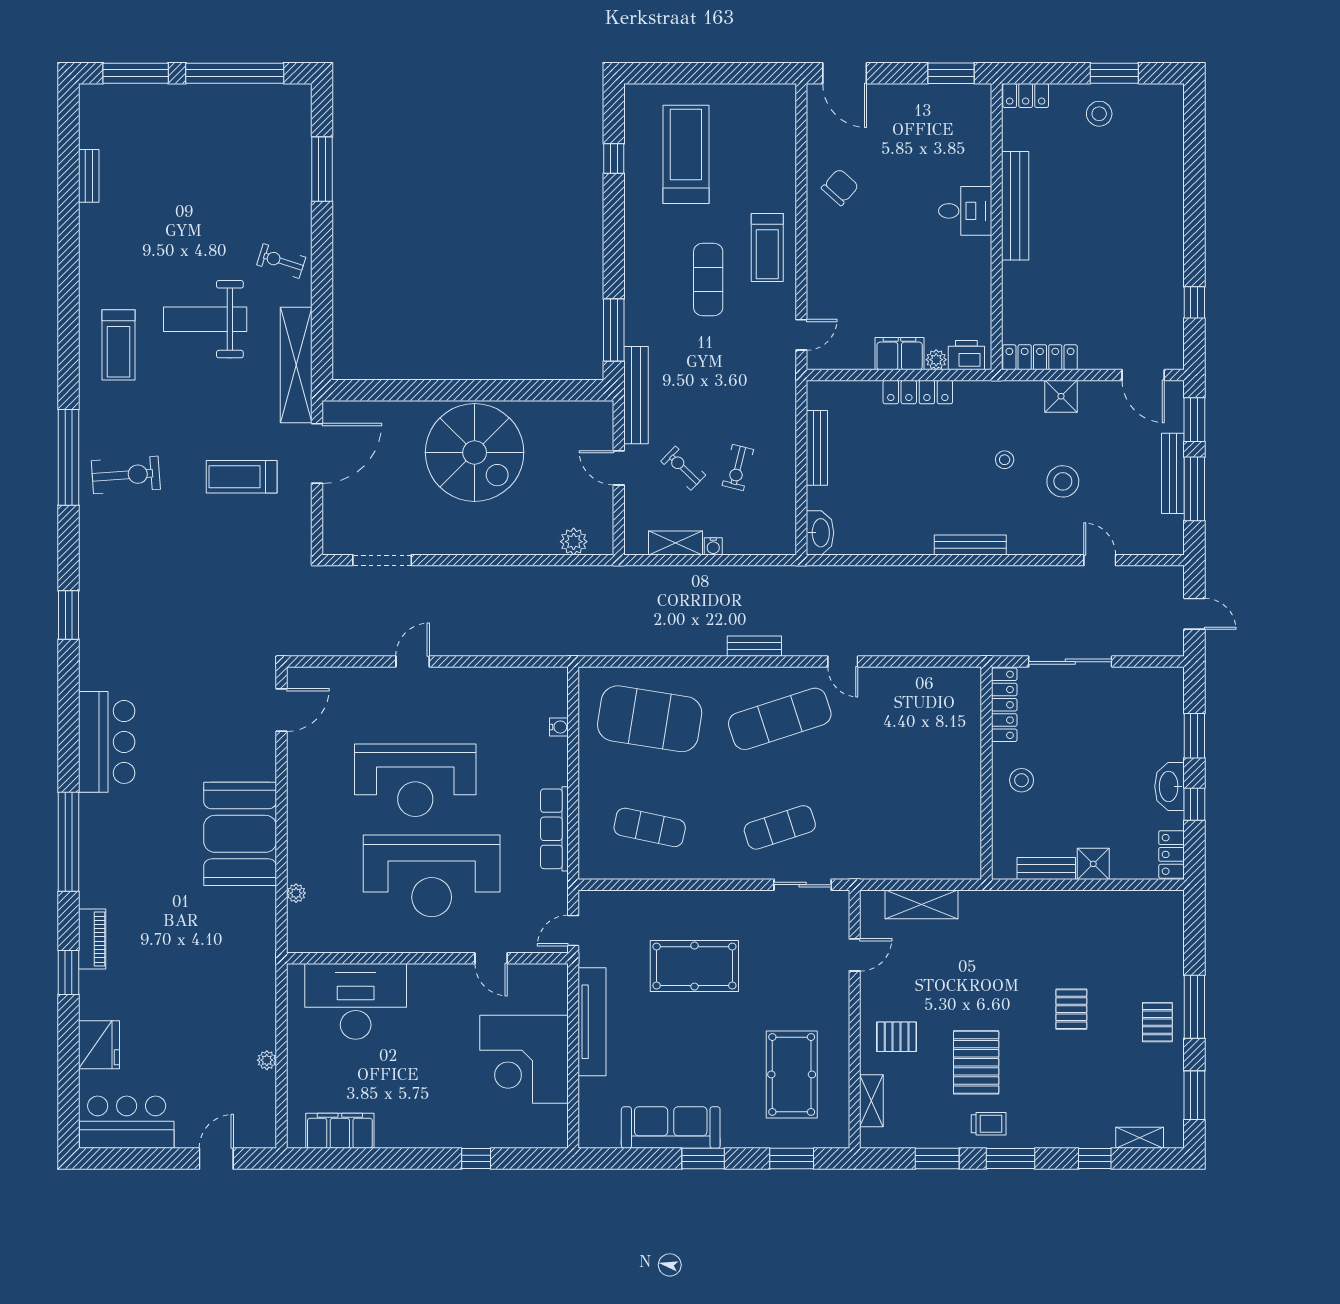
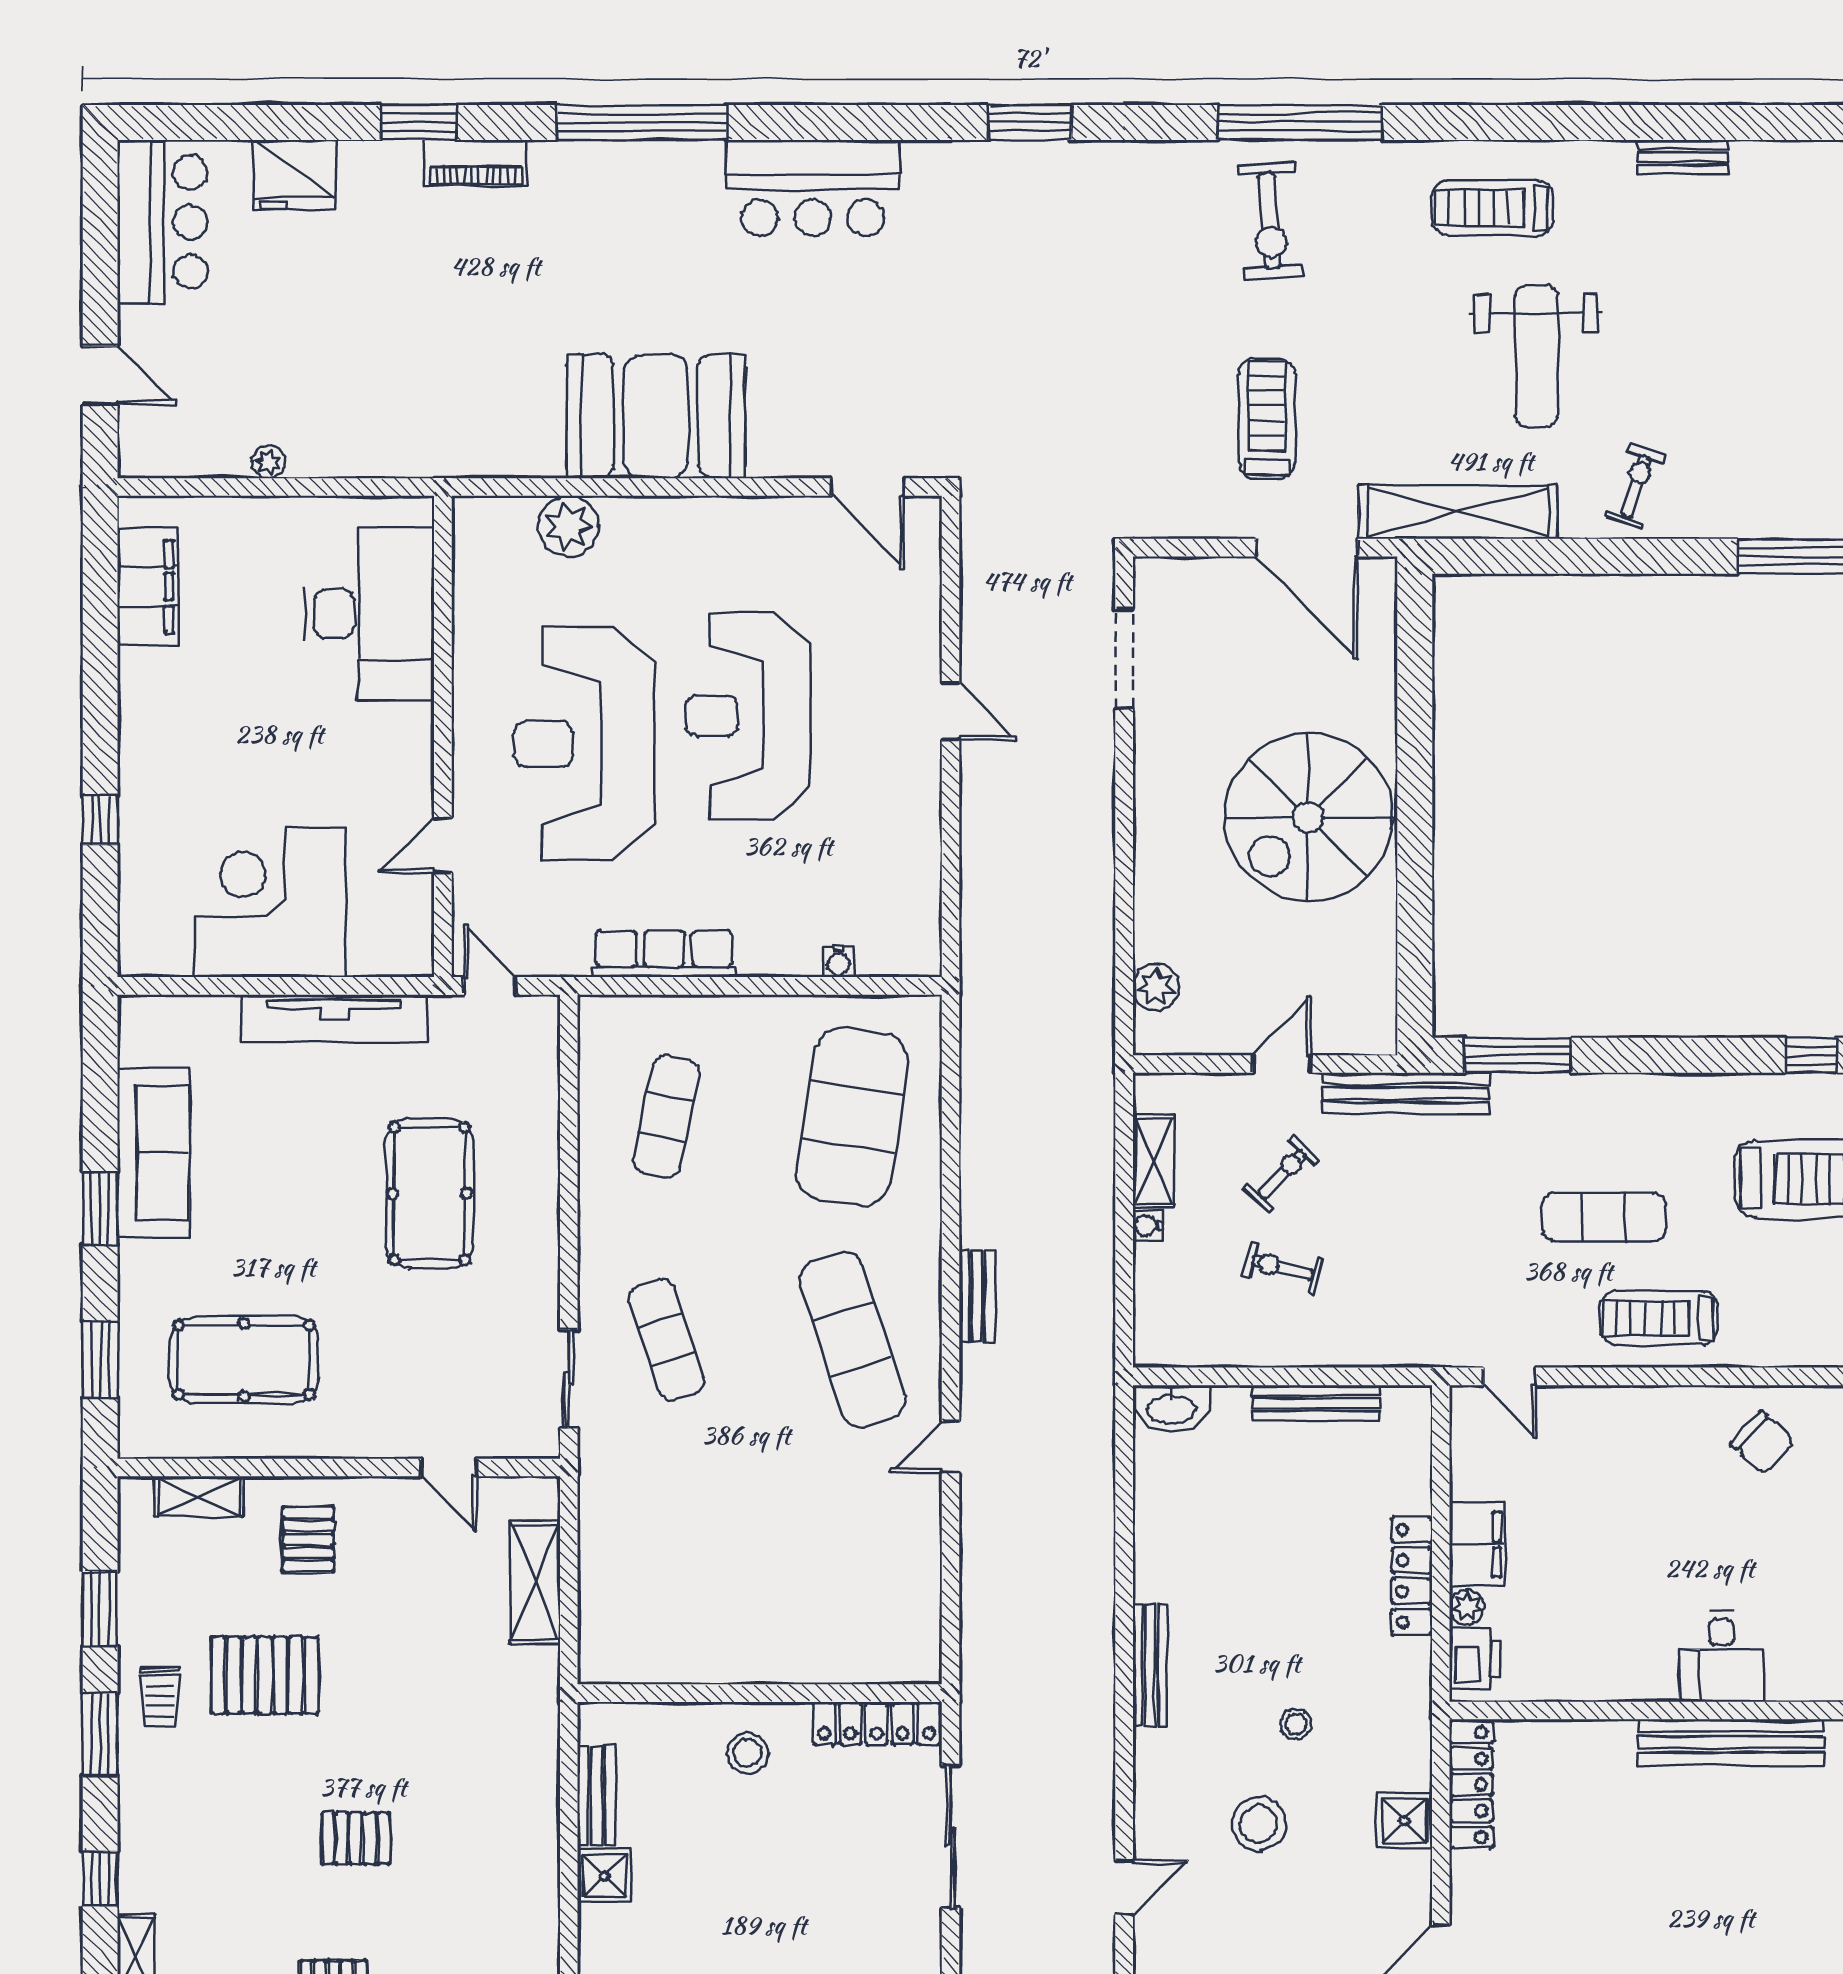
bench: (89, 176) -> (1683, 157), moved
weight bench: (205, 319) -> (1536, 356), turned 180
plant: (296, 893) -> (568, 526), width x1.87, depth x1.87

